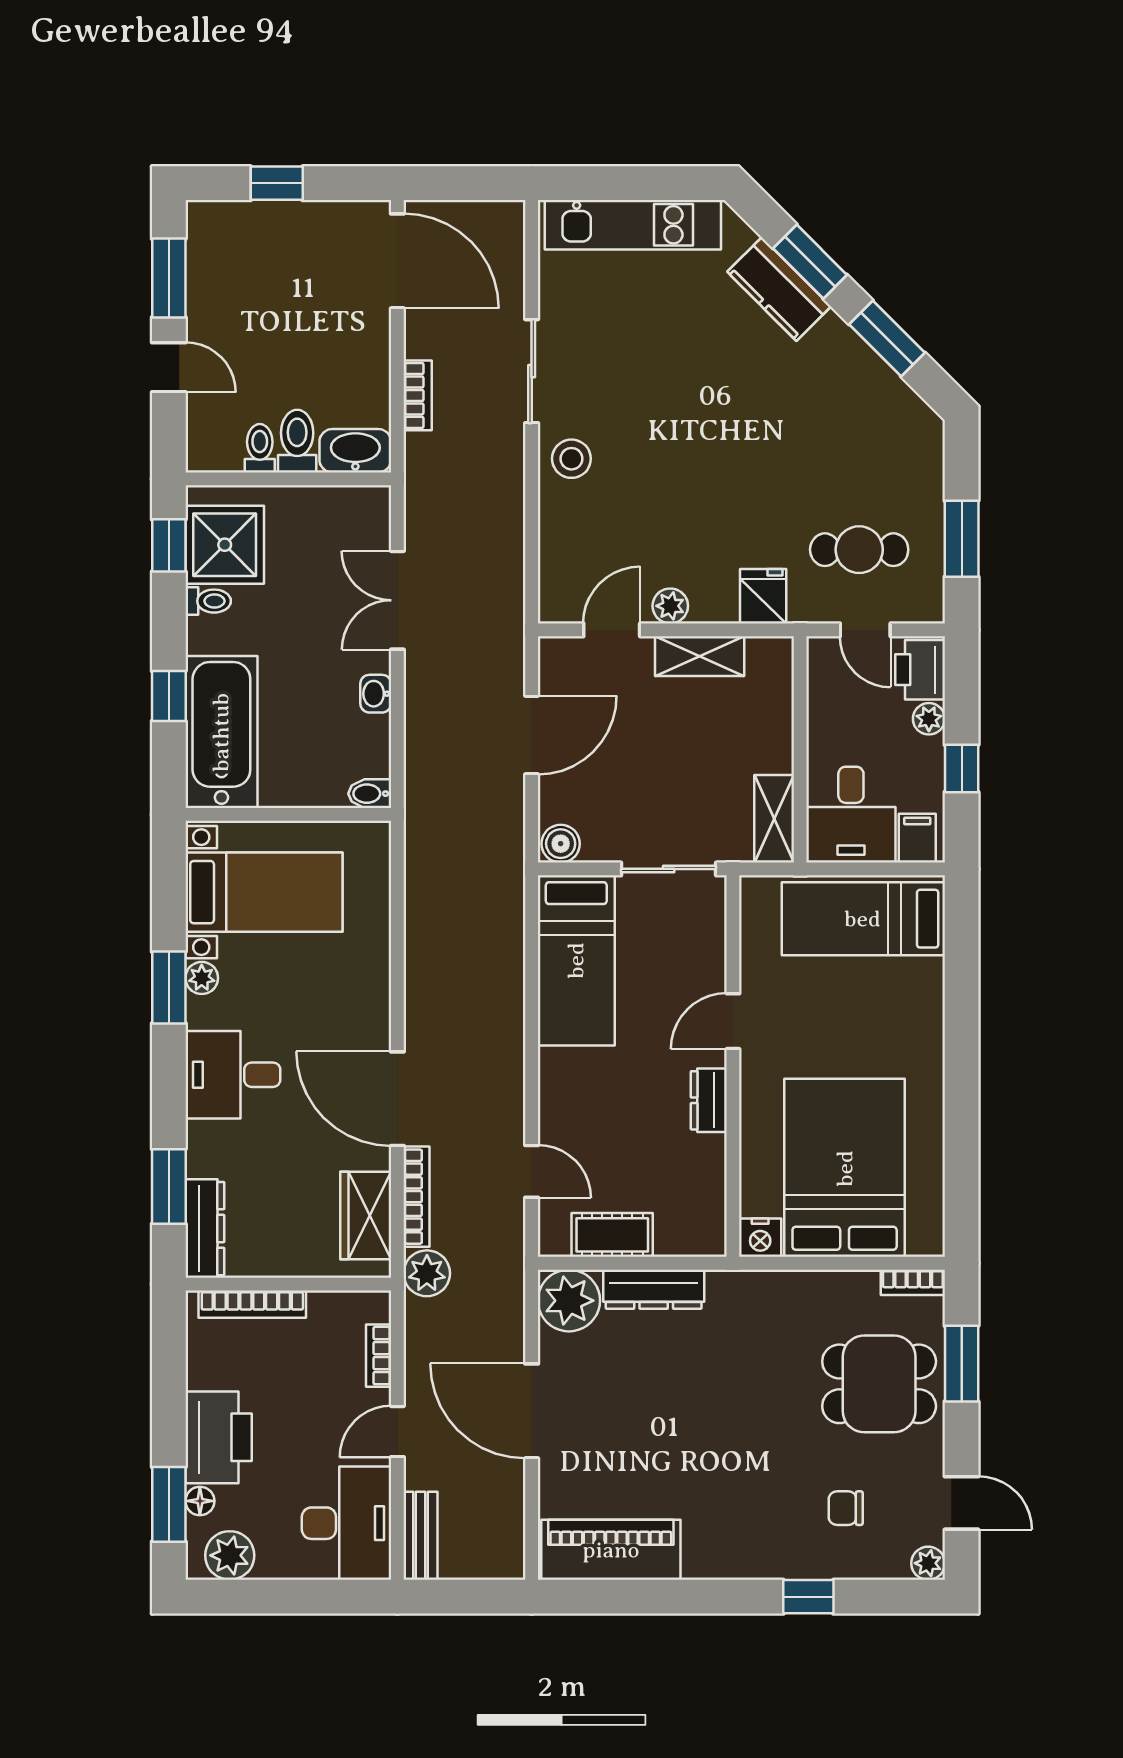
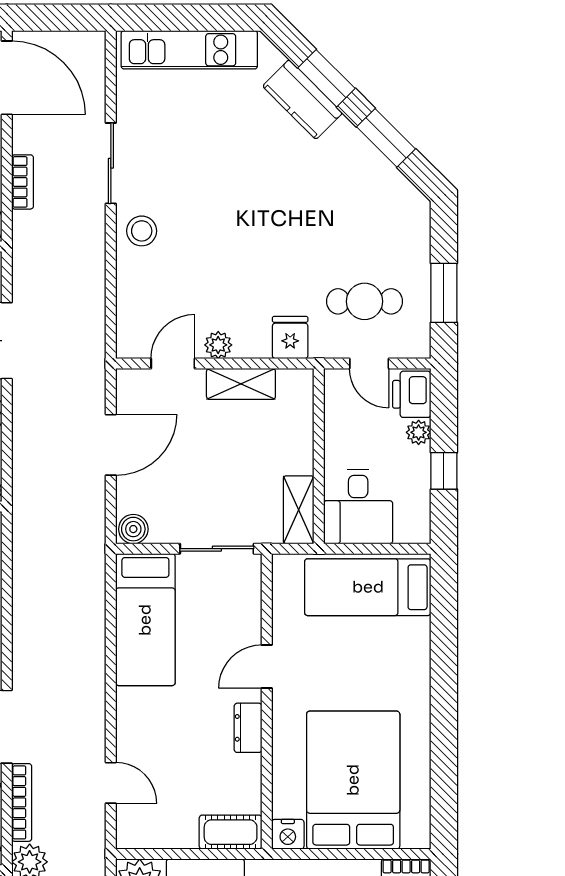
filing cabinet: (917, 838) -> (410, 525), removed
cot: (612, 1235) -> (231, 832), moved

